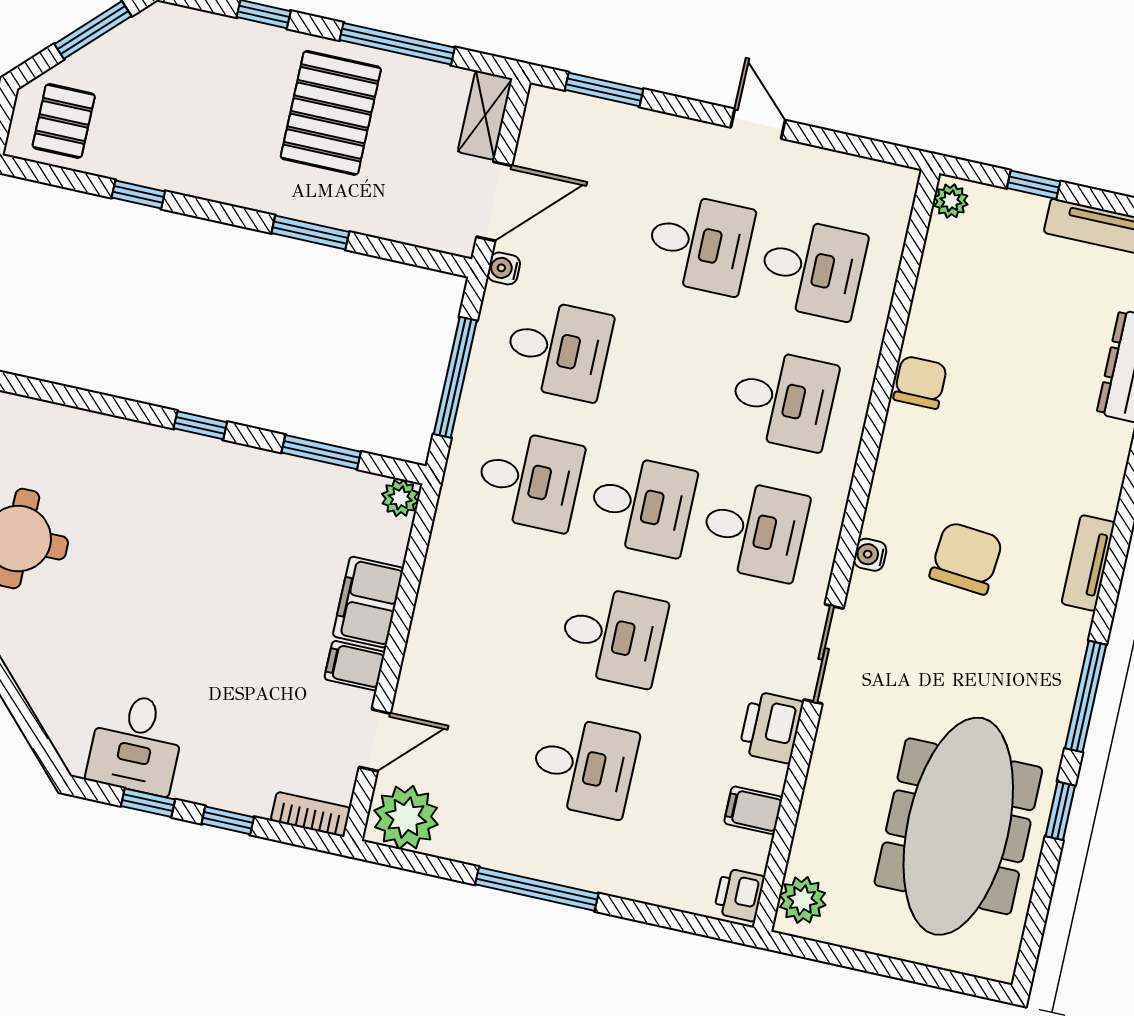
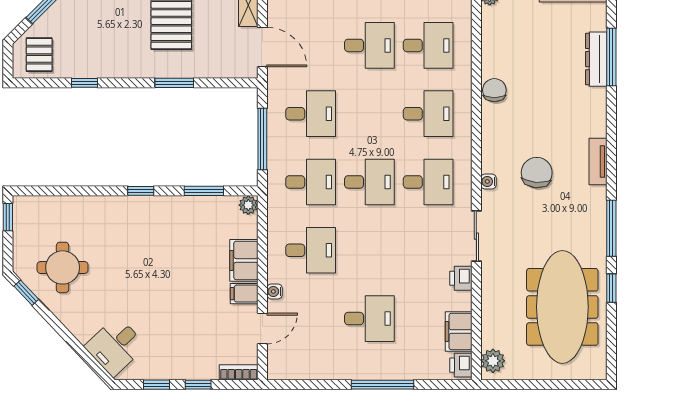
door: (494, 201) -> (262, 47), hinge flipped
water cooler: (504, 268) -> (275, 291), moved
desk: (613, 636) -> (311, 250), moved
printer: (771, 727) -> (461, 278), width x0.73, depth x0.81
desk: (136, 744) -> (115, 346), moved, turned 47
filing cabinet: (753, 810) -> (459, 331), width x2.00
plant: (406, 817) -> (286, 363), removed
window: (537, 889) -> (383, 385), moved

